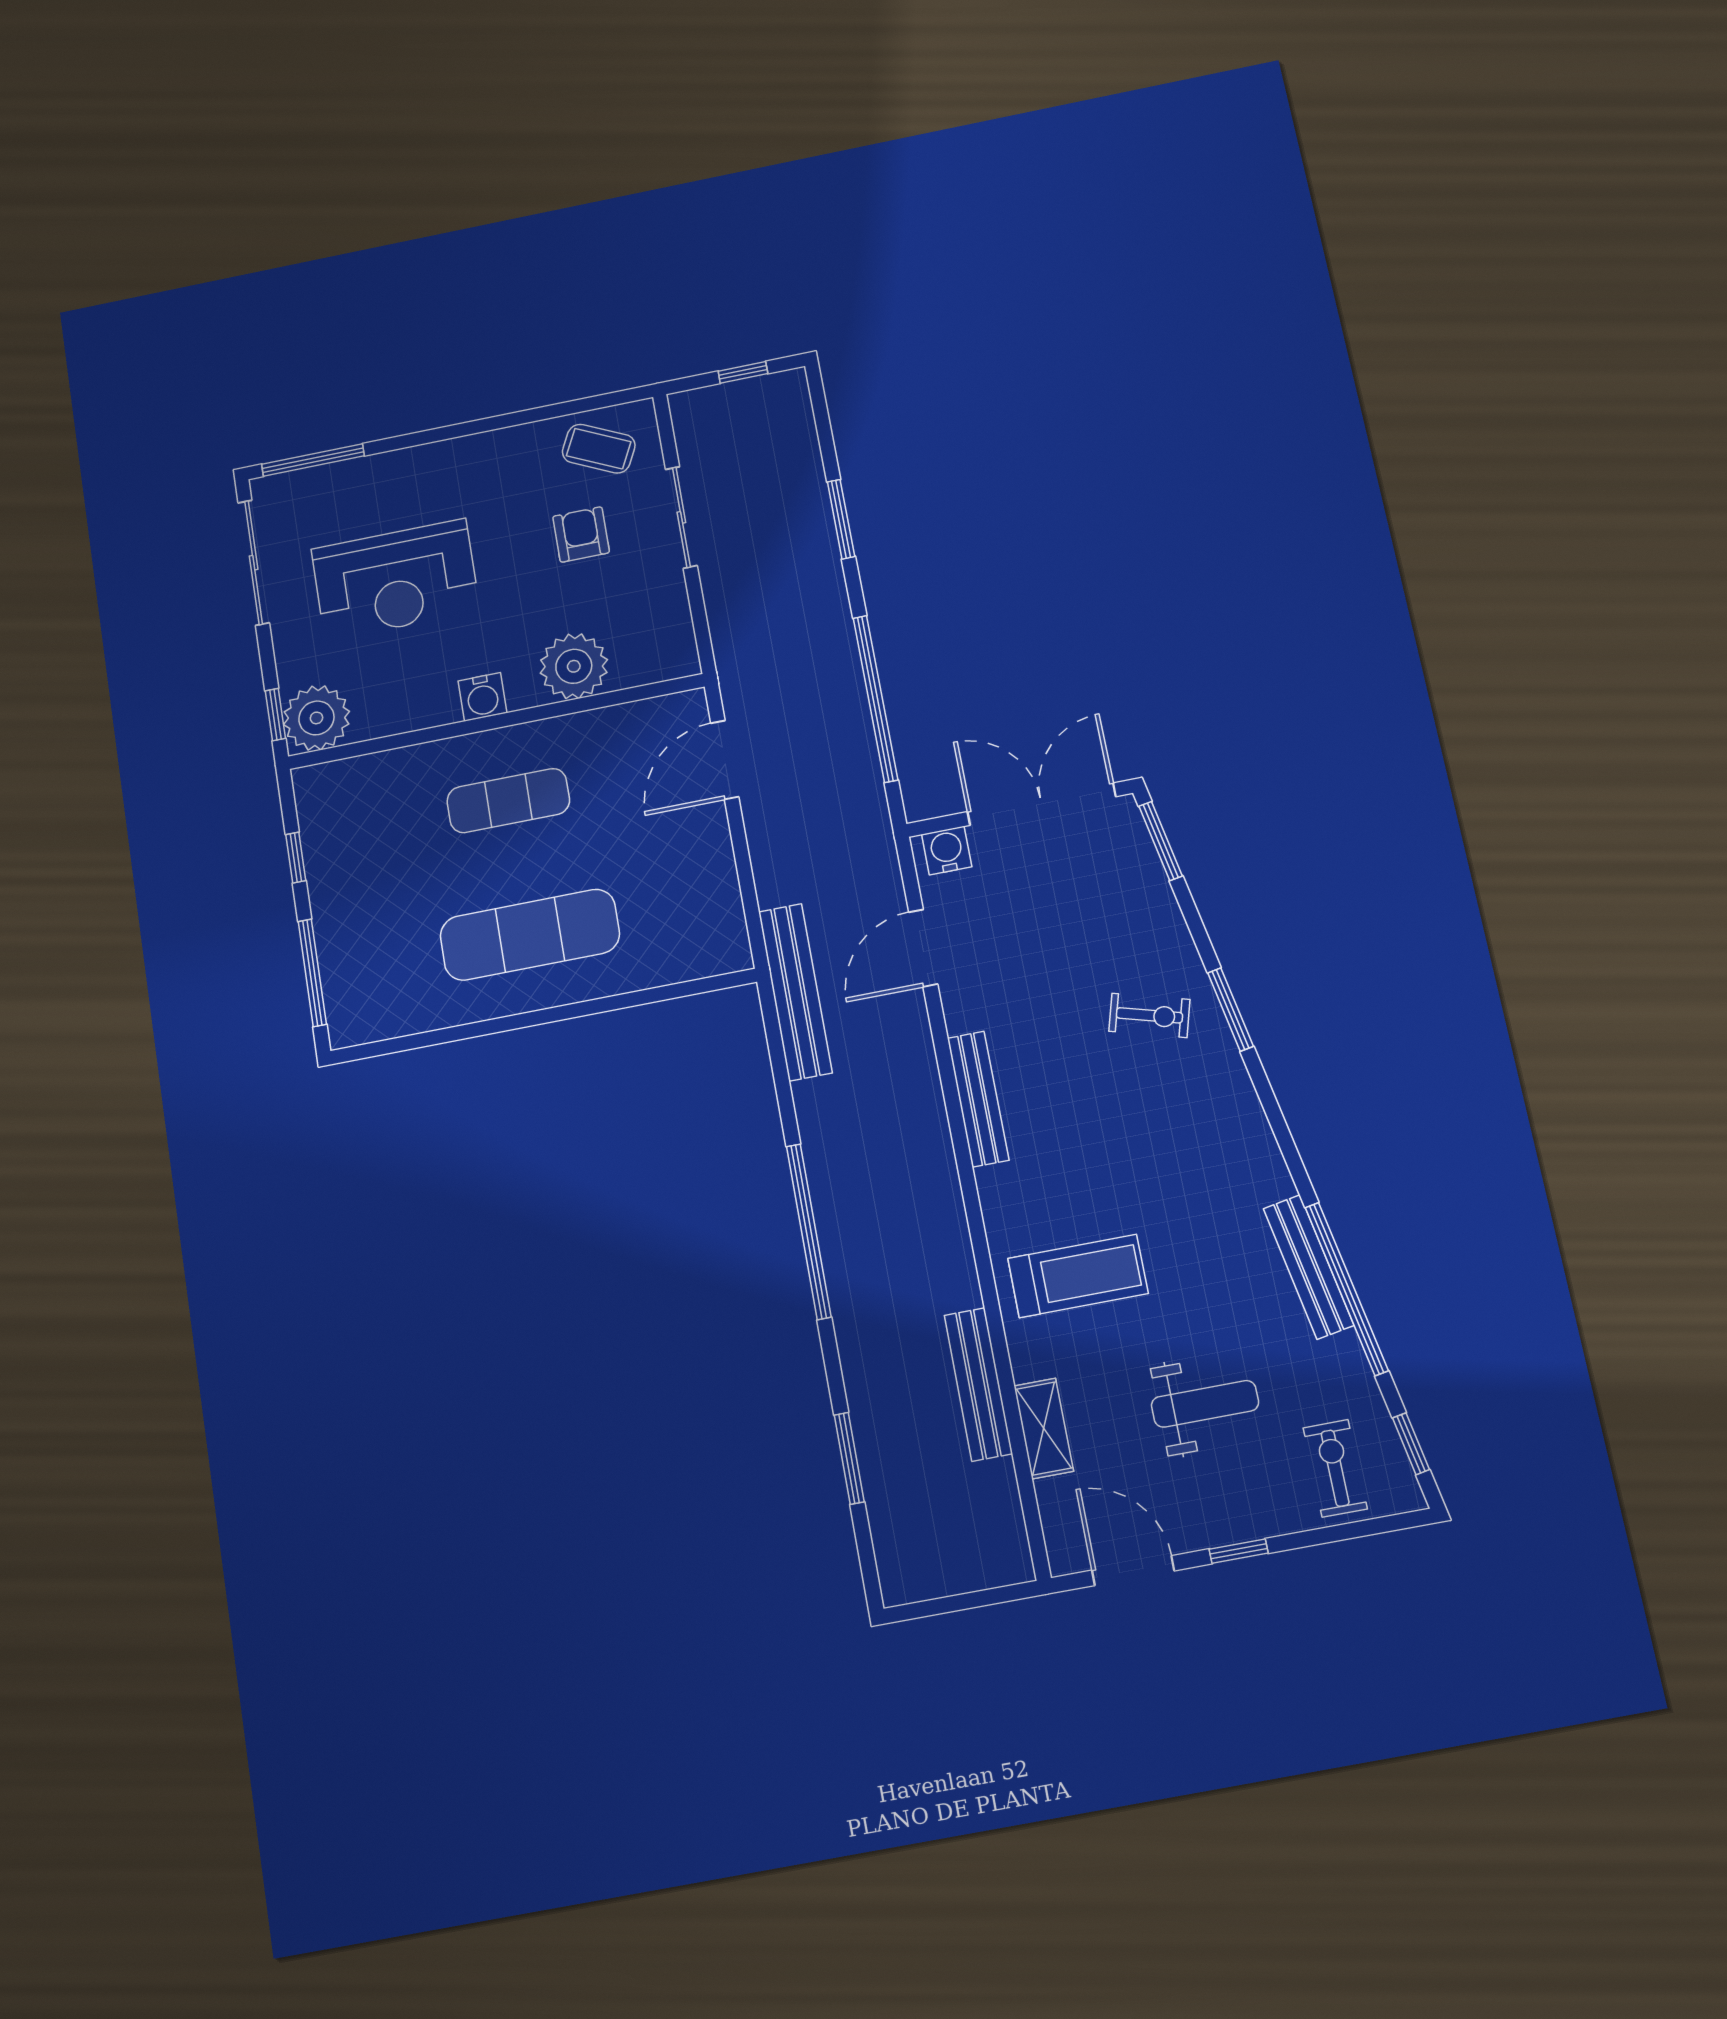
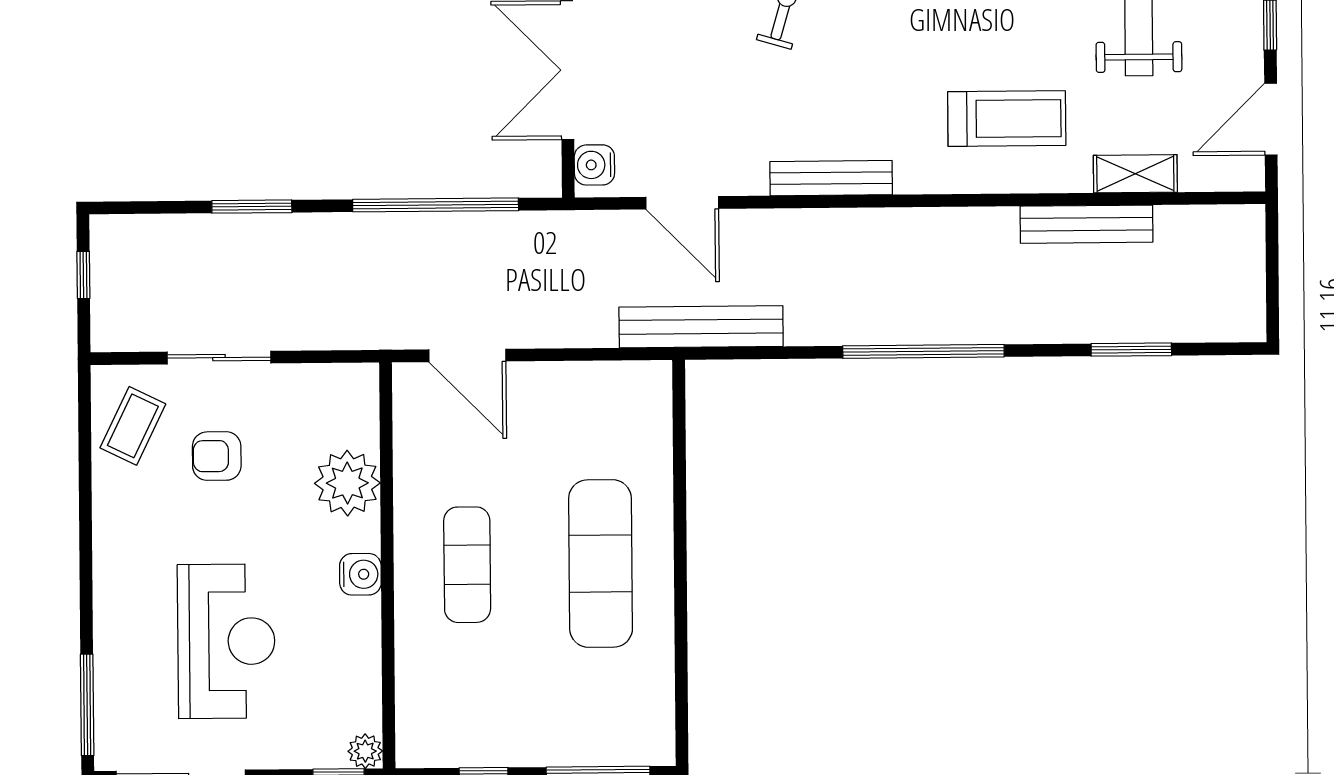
plant: (316, 718) -> (365, 751), width x0.53, depth x0.53
treadmill: (1078, 1276) -> (1007, 119), turned 90

